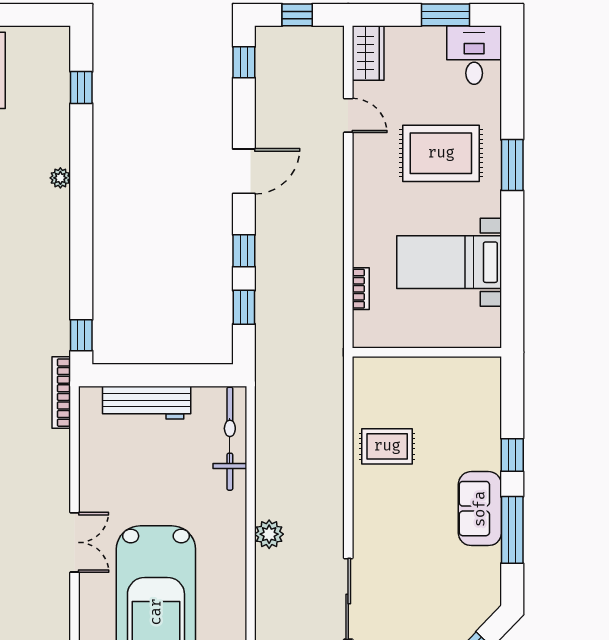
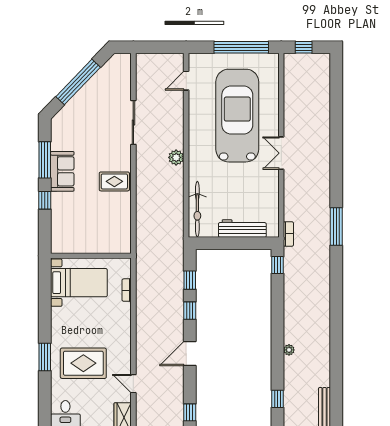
bed with nightstands: (449, 262) -> (79, 283), moved
bookcase: (61, 393) -> (288, 234), width x0.64
rug: (387, 446) -> (114, 181), moved

